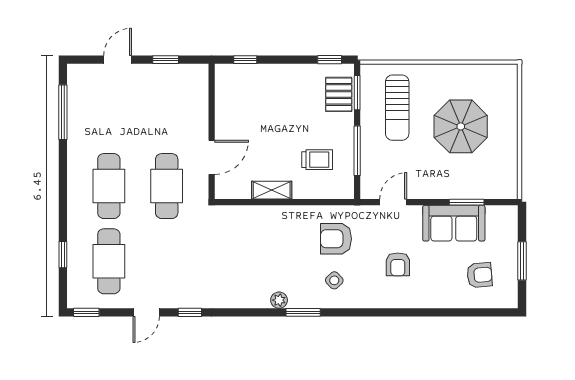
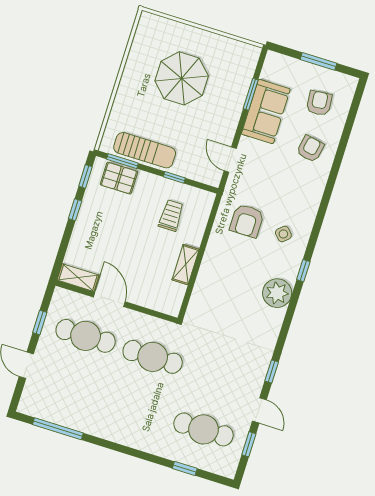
window: (245, 60) -> (75, 210), moved
shelving: (224, 84) -> (78, 278), added
sun lounger: (397, 108) -> (145, 150), moved
window: (357, 151) -> (174, 177), width x0.46
door: (212, 157) -> (109, 299), moved
cafe table: (109, 186) -> (86, 336), moved
armchair: (398, 264) -> (310, 149), moved, turned -79
plant: (279, 300) -> (277, 293), width x1.87, depth x1.87
window: (86, 312) -> (249, 444), moved
window: (303, 312) -> (303, 271), width x0.67

